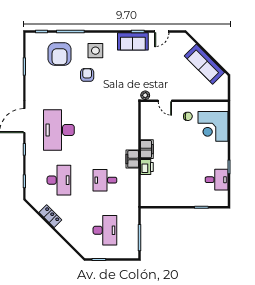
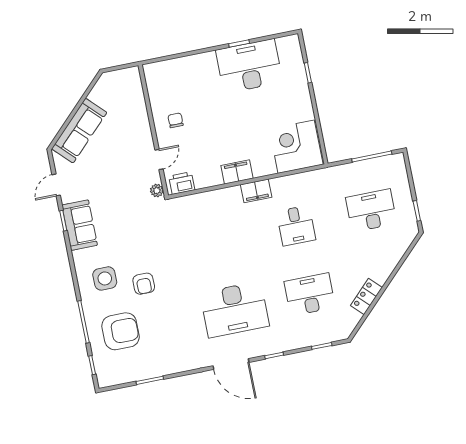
door: (162, 31) -> (56, 185), swing flipped
sofa: (204, 64) -> (79, 131), moved
armchair: (87, 75) -> (144, 284), turned -90
corner desk: (213, 126) -> (296, 147), moved, turned 180
printer: (147, 167) -> (182, 183), moved
desk: (217, 180) -> (249, 66), width x1.87, depth x1.30

